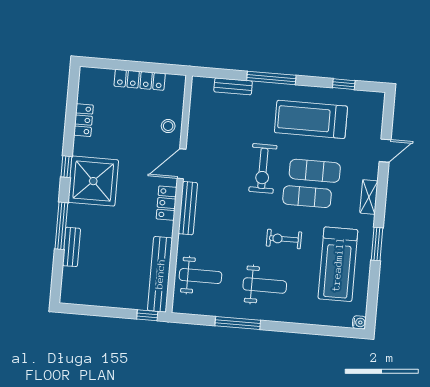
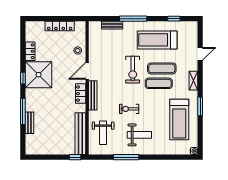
shower: (93, 181) -> (39, 75), moved
exercise bike: (284, 239) -> (129, 109), moved
weight bench: (200, 276) -> (103, 133), turned 90

